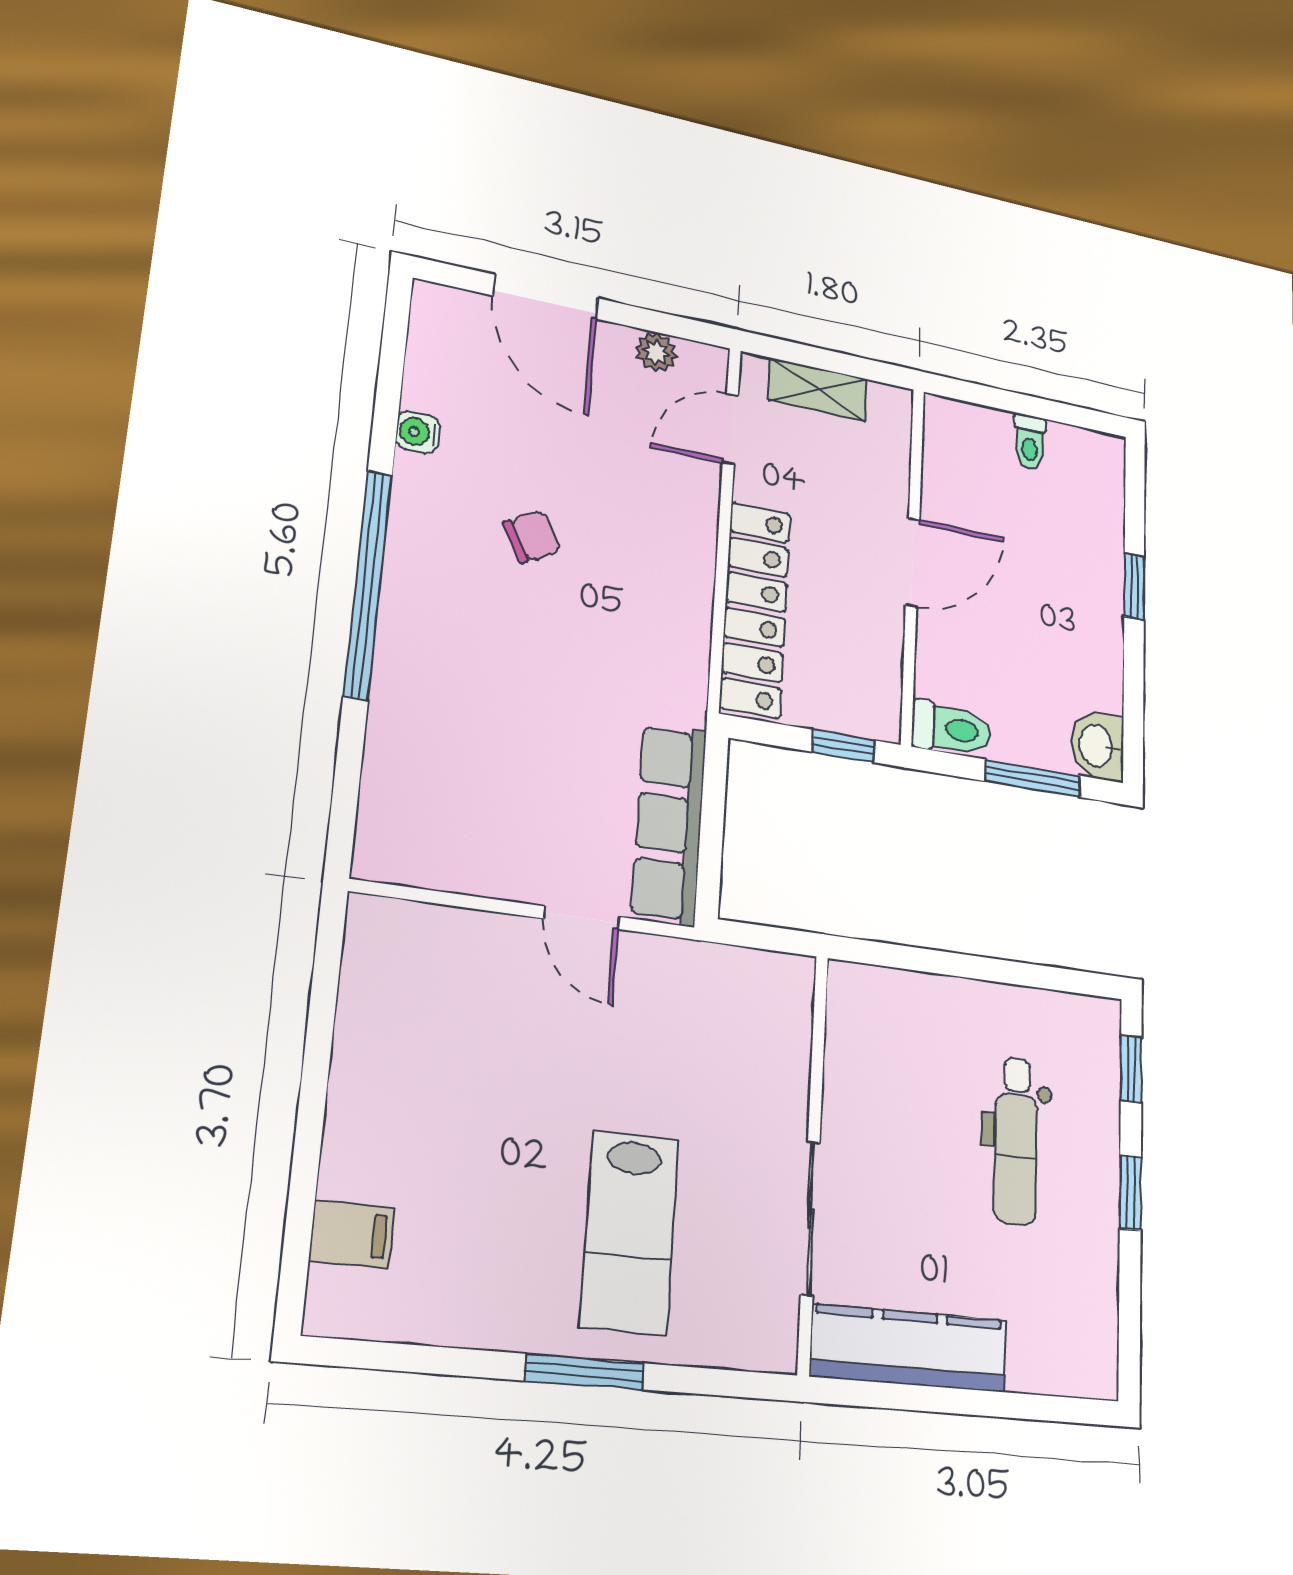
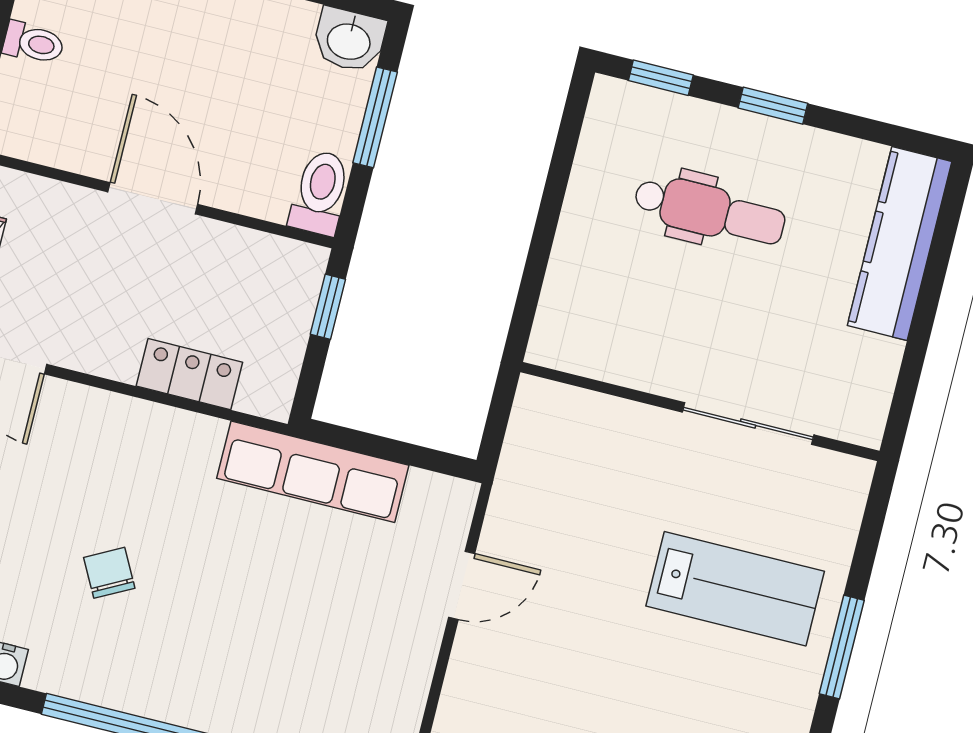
locker: (755, 610) -> (189, 374), width x0.46, depth x0.83
row of seats: (669, 824) -> (313, 472), moved
kitchen counter: (909, 1348) -> (900, 243), moved

